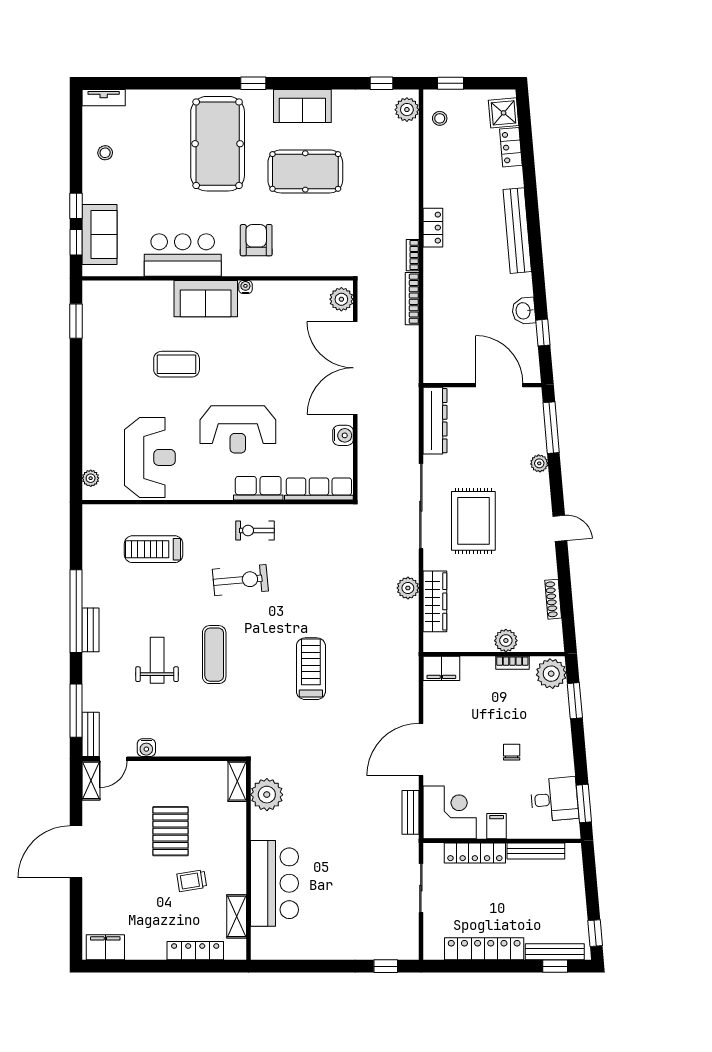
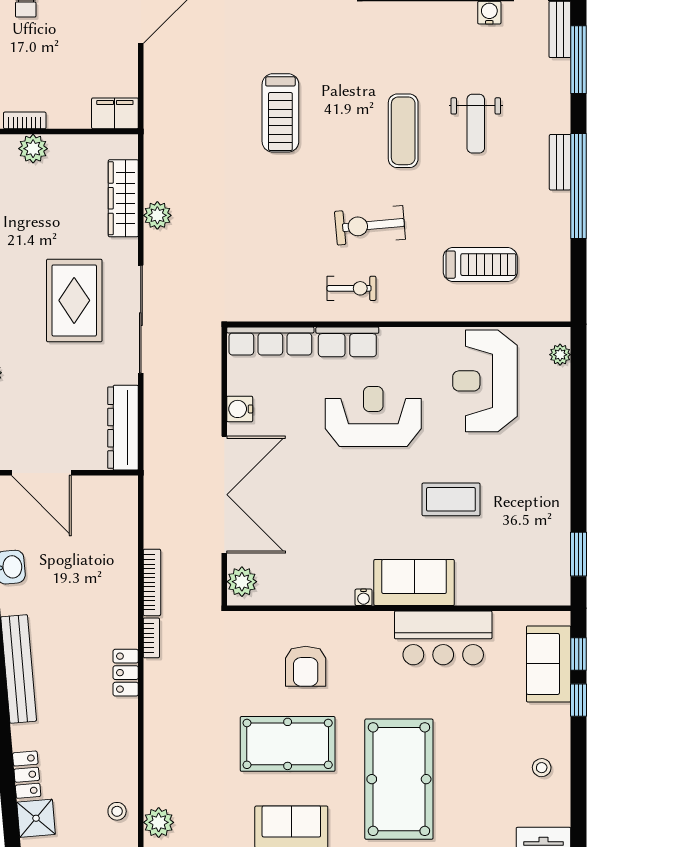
armchair: (256, 240) -> (306, 666), moved

